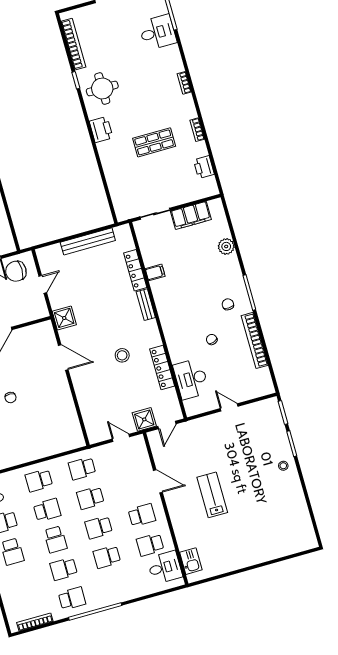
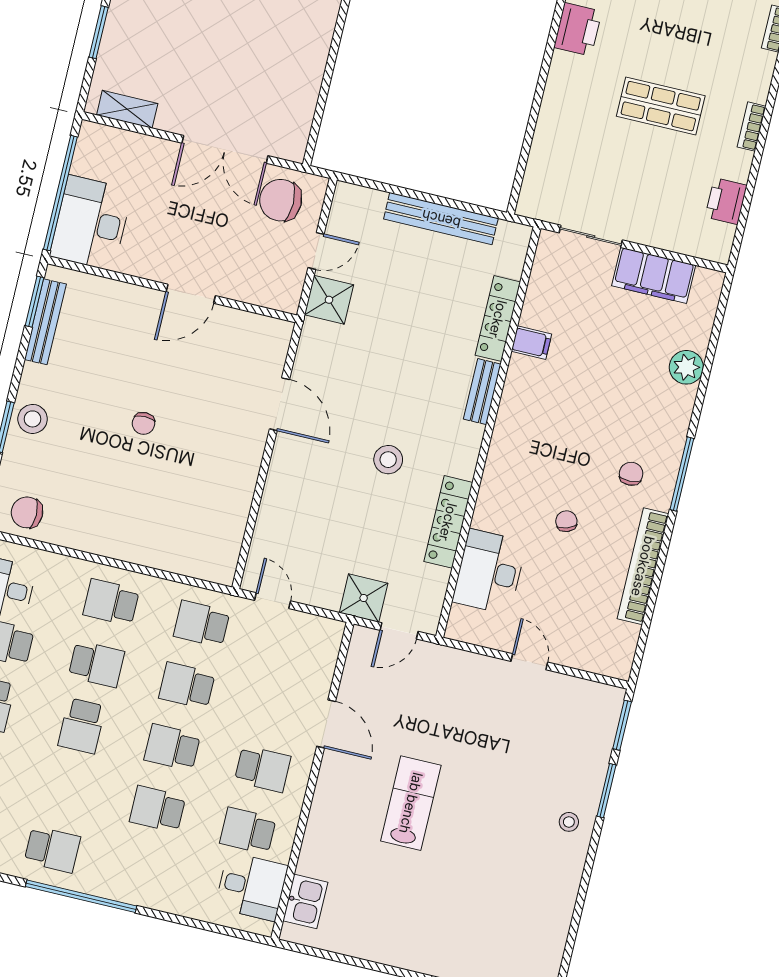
shower: (64, 318) -> (329, 300), moved
door: (121, 438) -> (273, 601), moved
school desk: (64, 569) -> (67, 788), removed

